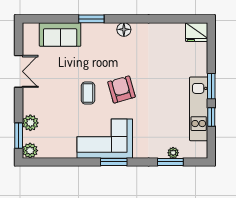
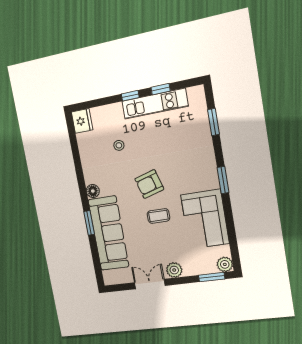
sofa: (60, 34) -> (108, 233), width x1.85, depth x1.27
stool: (165, 66) -> (119, 145), added
window: (211, 86) -> (130, 96), width x0.67
plant: (30, 123) -> (174, 270), moved
corner sofa: (105, 139) -> (205, 219), moved
plant: (173, 153) -> (204, 121), removed

